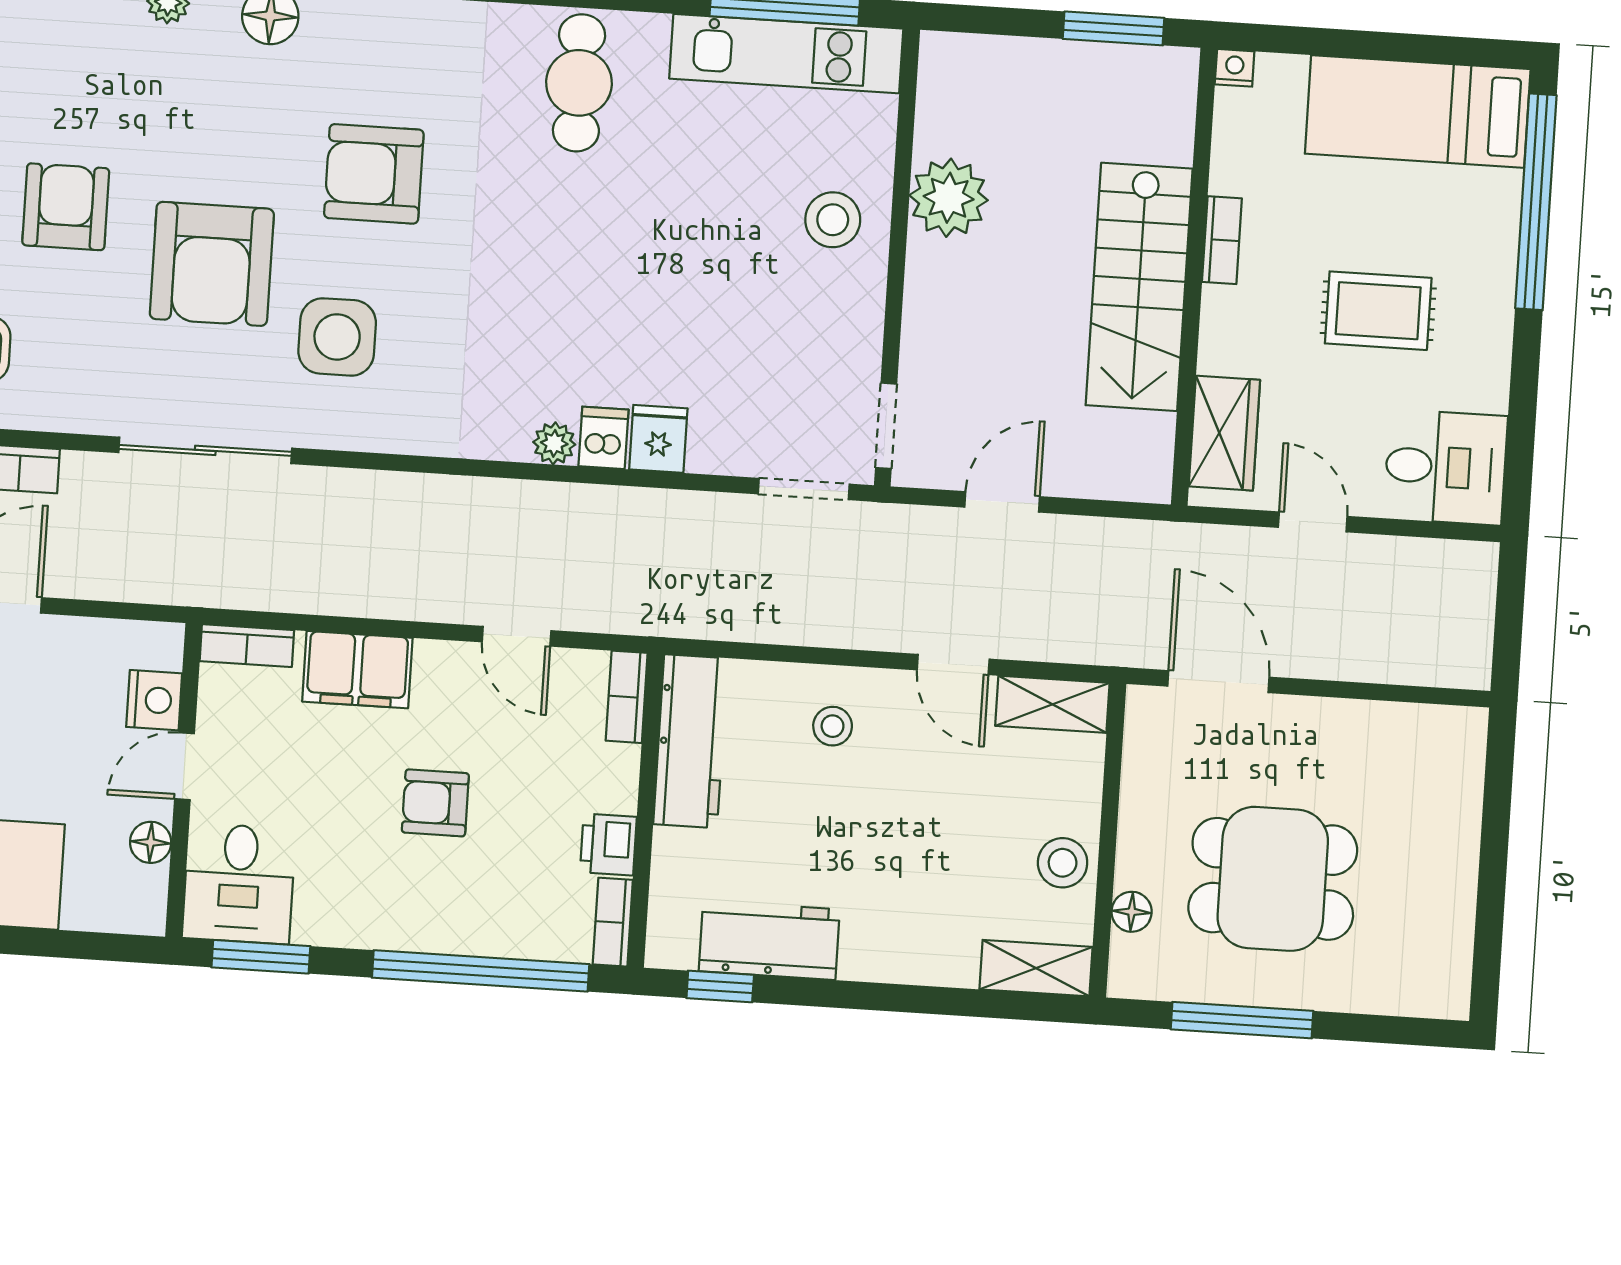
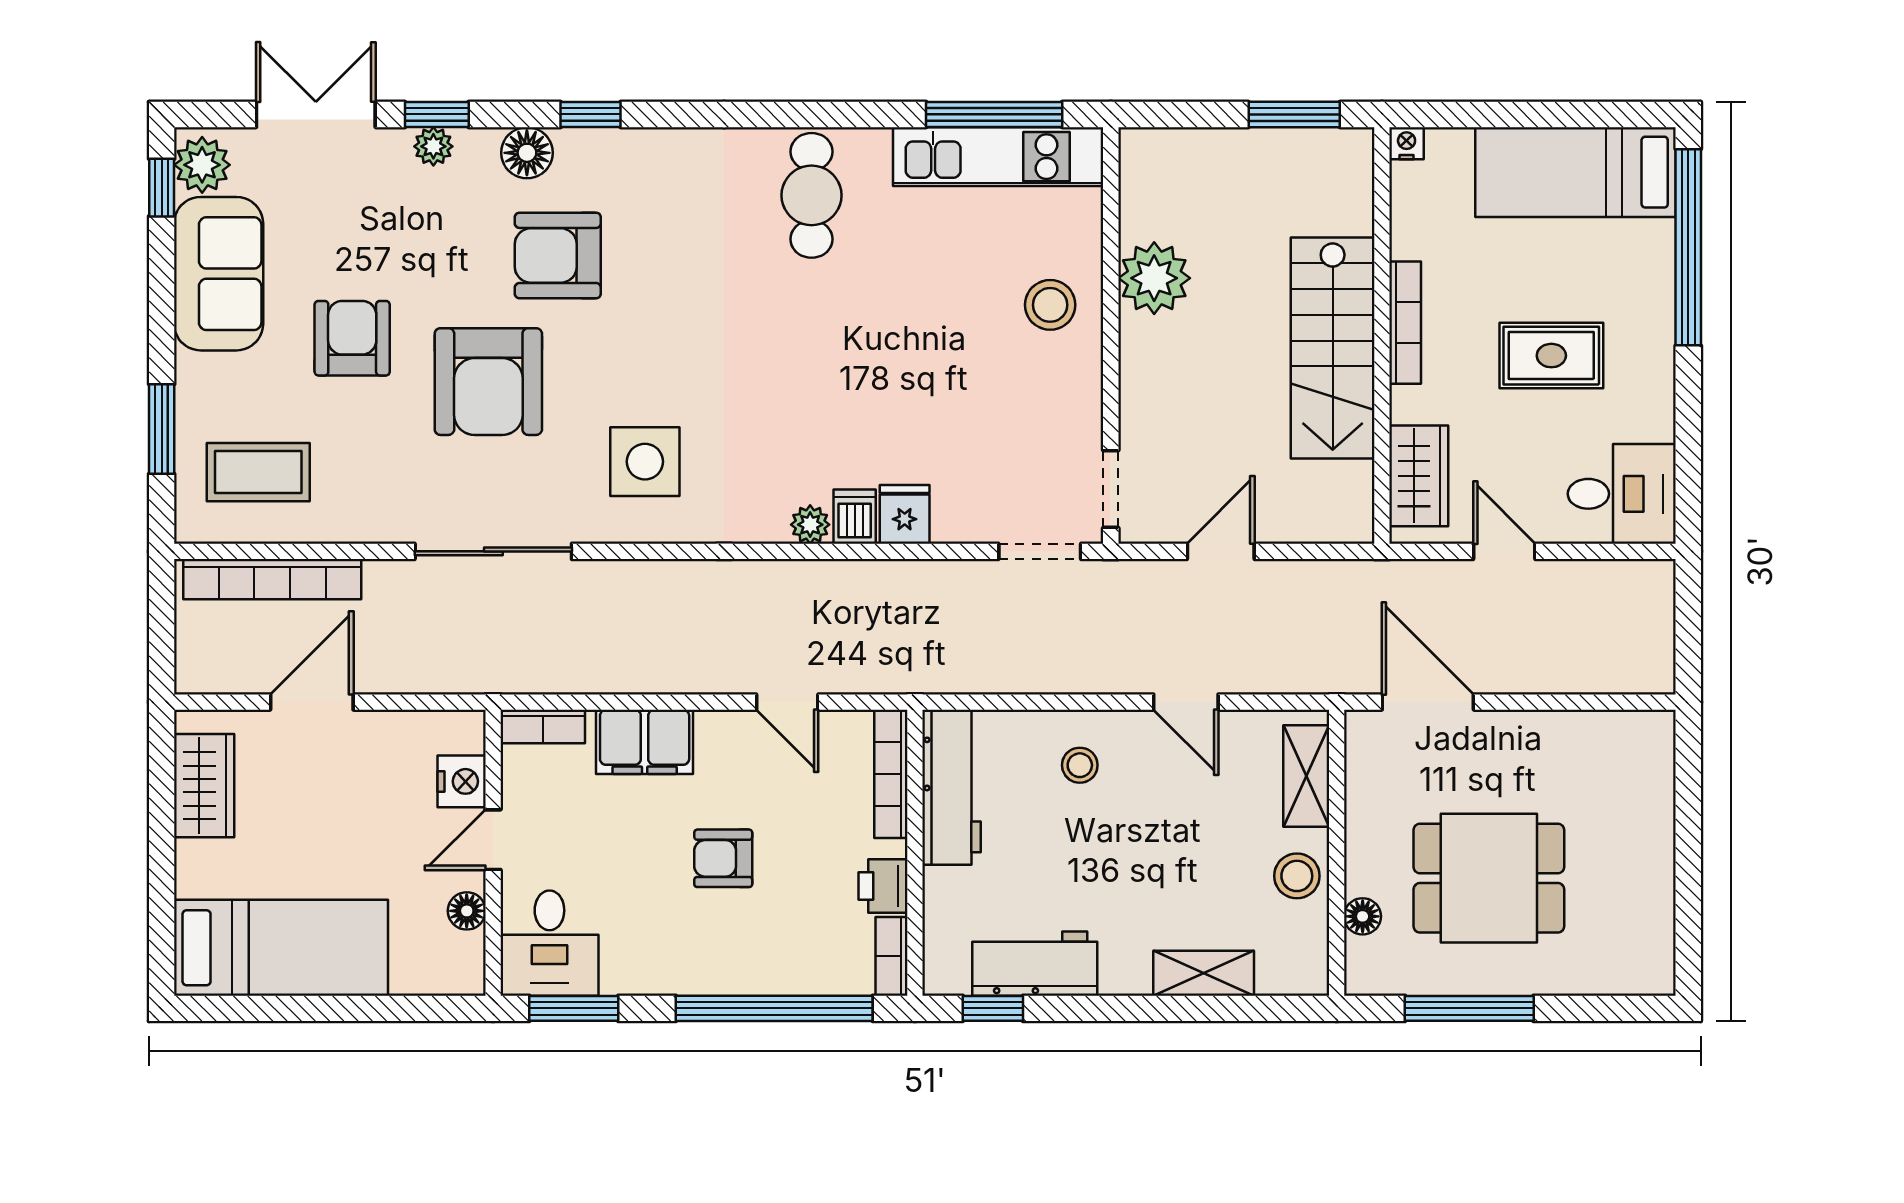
armchair: (374, 174) -> (558, 255), moved
bookcase: (1222, 240) -> (1405, 323), width x1.56
side table: (337, 337) -> (645, 462), moved
bookcase: (627, 697) -> (891, 774), width x1.56
shelving: (1052, 704) -> (1306, 776), moved, turned 90
shelving: (1036, 968) -> (1204, 973), moved

